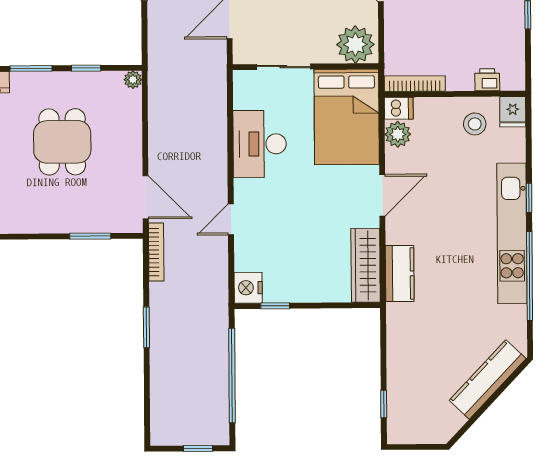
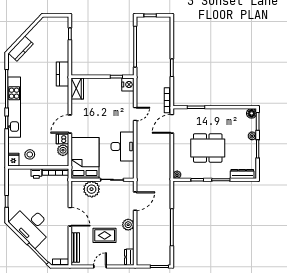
plant: (355, 44) -> (92, 189), moved
printer: (487, 80) -> (36, 173), moved
dishwasher: (399, 108) -> (62, 139), moved
dining table: (62, 142) -> (208, 148), width x1.38
door: (146, 197) -> (172, 124), hinge flipped
wardrobe: (366, 265) -> (77, 88), width x0.67
kitchen counter: (400, 274) -> (63, 74), moved
kitchen counter: (488, 379) -> (21, 49), width x0.67

